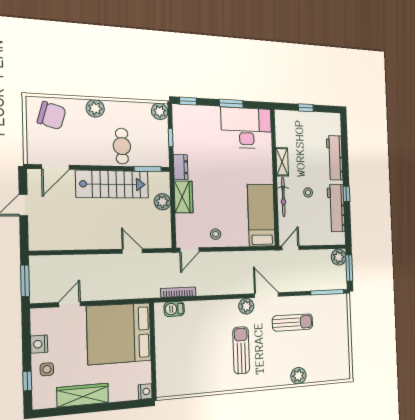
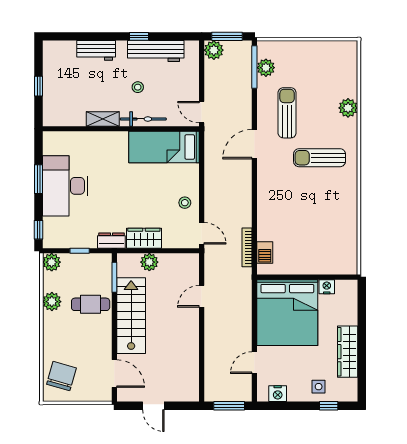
plant: (95, 108) -> (52, 302), moved
desk: (246, 128) -> (65, 186), moved
workbench: (335, 158) -> (96, 50), width x0.73
door: (70, 304) -> (254, 363), hinge flipped
plant: (246, 306) -> (266, 68), moved
nightstand: (39, 344) -> (278, 394), moved
sun lounger: (241, 350) -> (320, 158), moved
nightstand: (145, 392) -> (327, 287), moved

